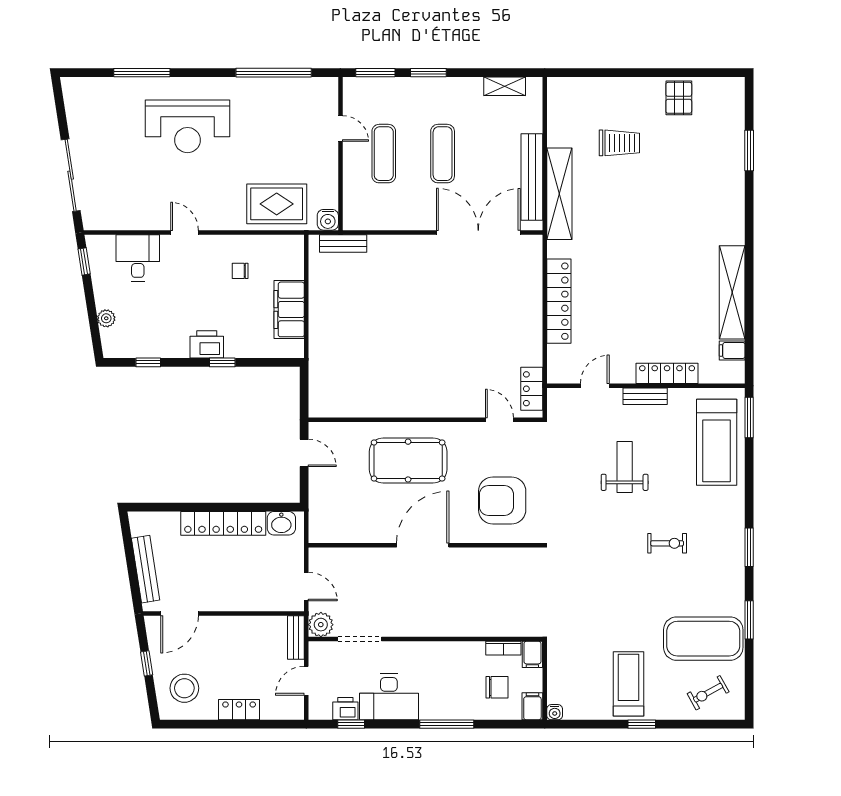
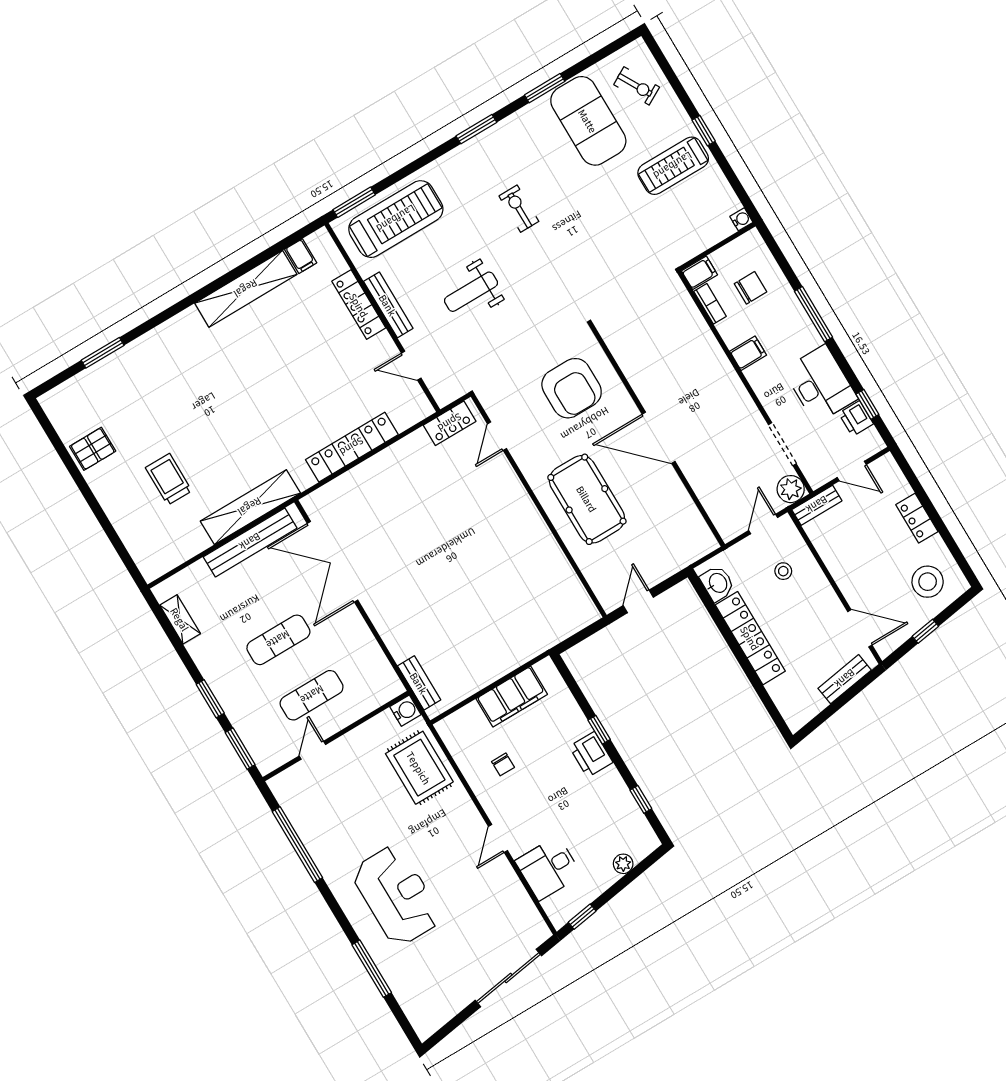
bench: (645, 396) -> (388, 305), width x1.36
bench: (146, 569) -> (845, 679), width x0.73
stool: (260, 580) -> (783, 571), added
chair: (497, 687) -> (750, 288), turned 90
filing cabinet: (532, 706) -> (748, 353), moved, turned 180

